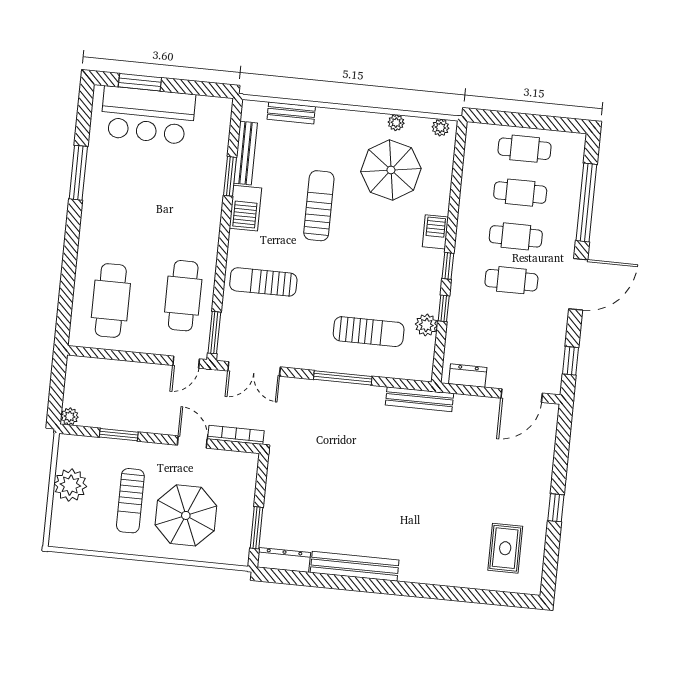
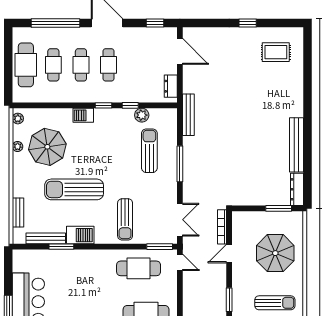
cafe table: (525, 149) -> (26, 65), width x1.37, depth x1.35
sun lounger: (319, 206) -> (74, 189), width x1.36, depth x1.34
sun lounger: (130, 501) -> (275, 303), moved

